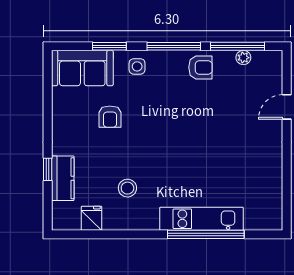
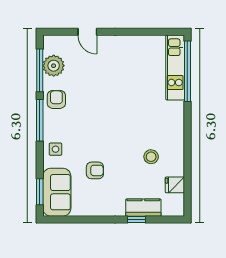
window: (109, 46) -> (40, 192), moved
plant: (243, 58) -> (54, 66), width x1.88, depth x1.88
kitchen unit: (201, 219) -> (175, 67), moved
window: (206, 234) -> (187, 71), moved

